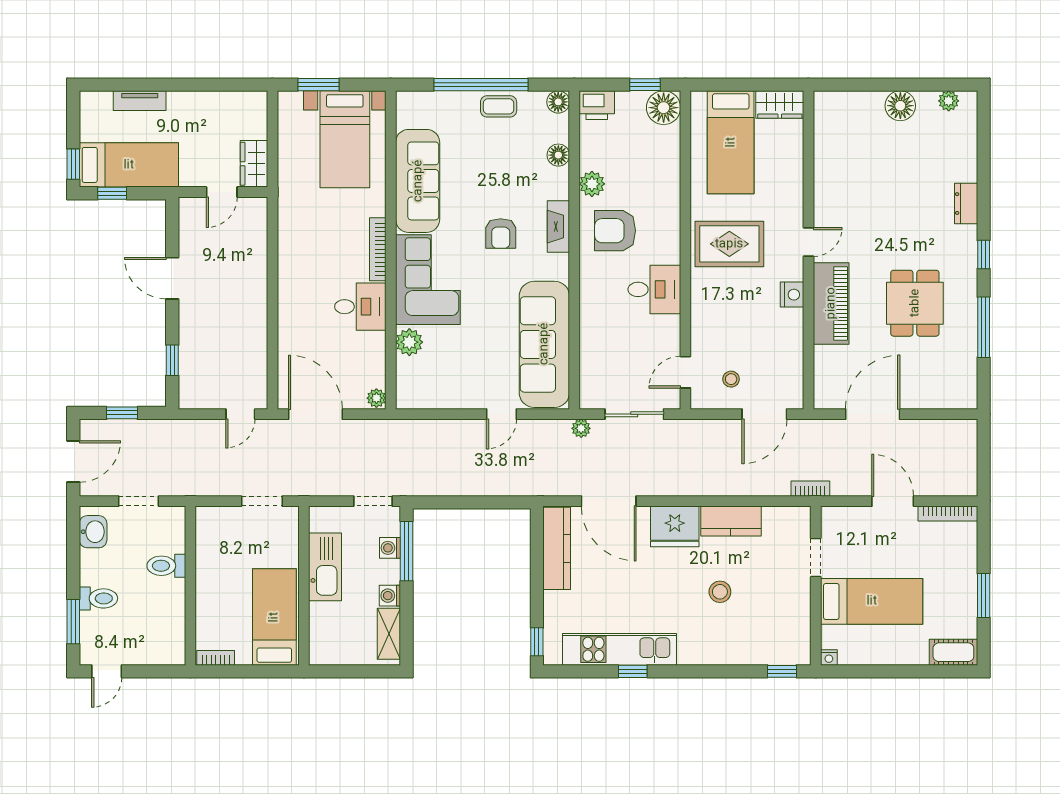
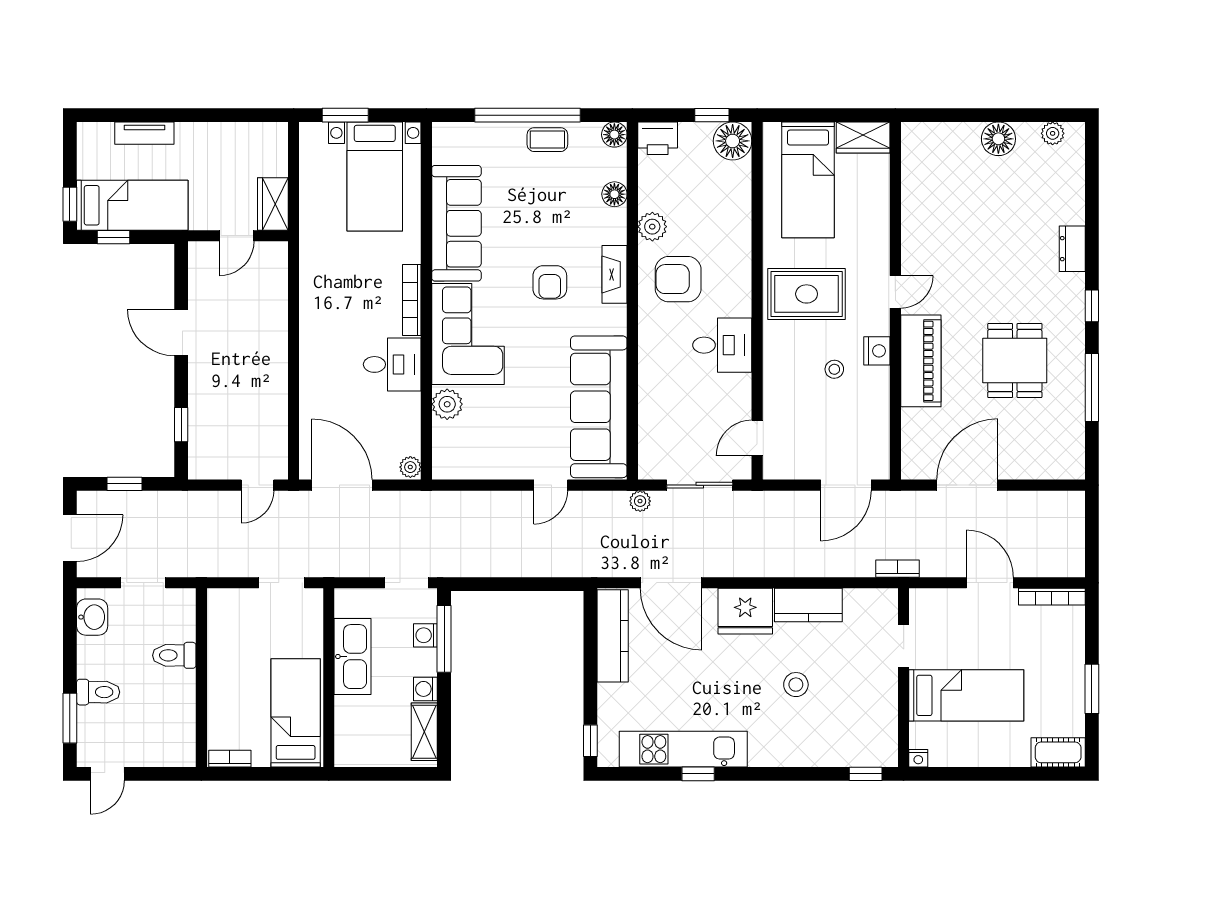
stool: (731, 379) -> (834, 369), moved

